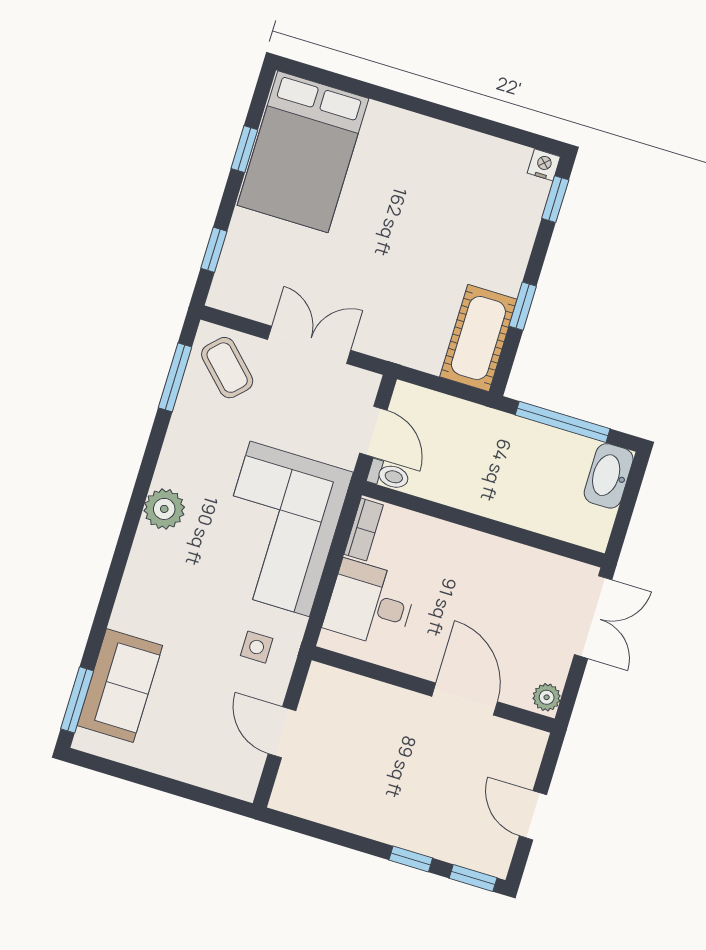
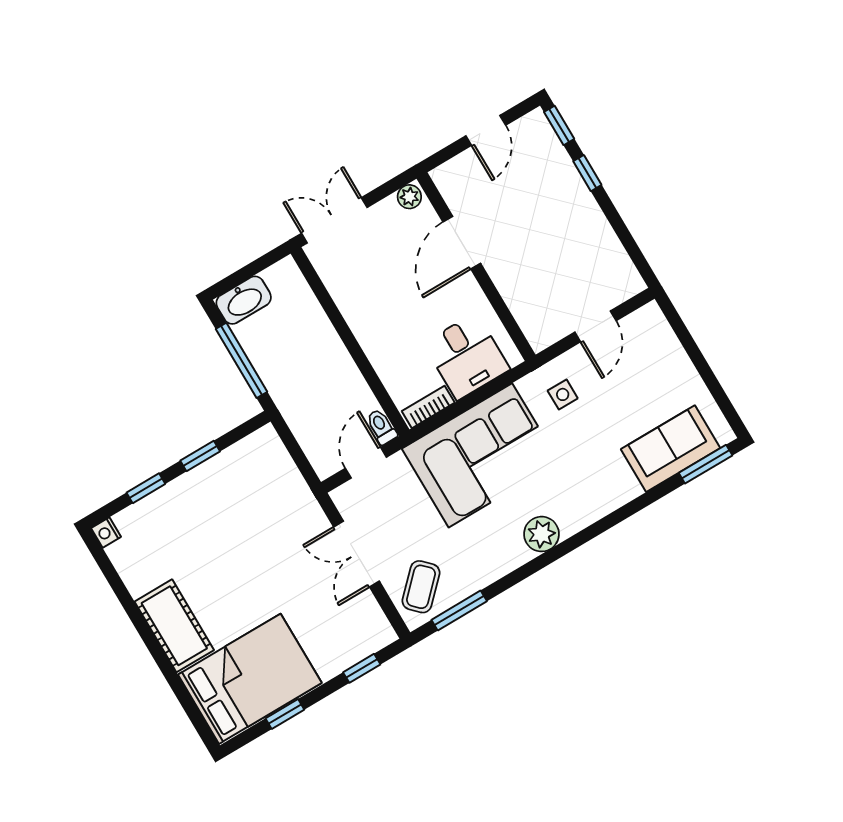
window: (555, 199) -> (146, 488), moved
cot: (478, 338) -> (174, 626), moved, turned 90

